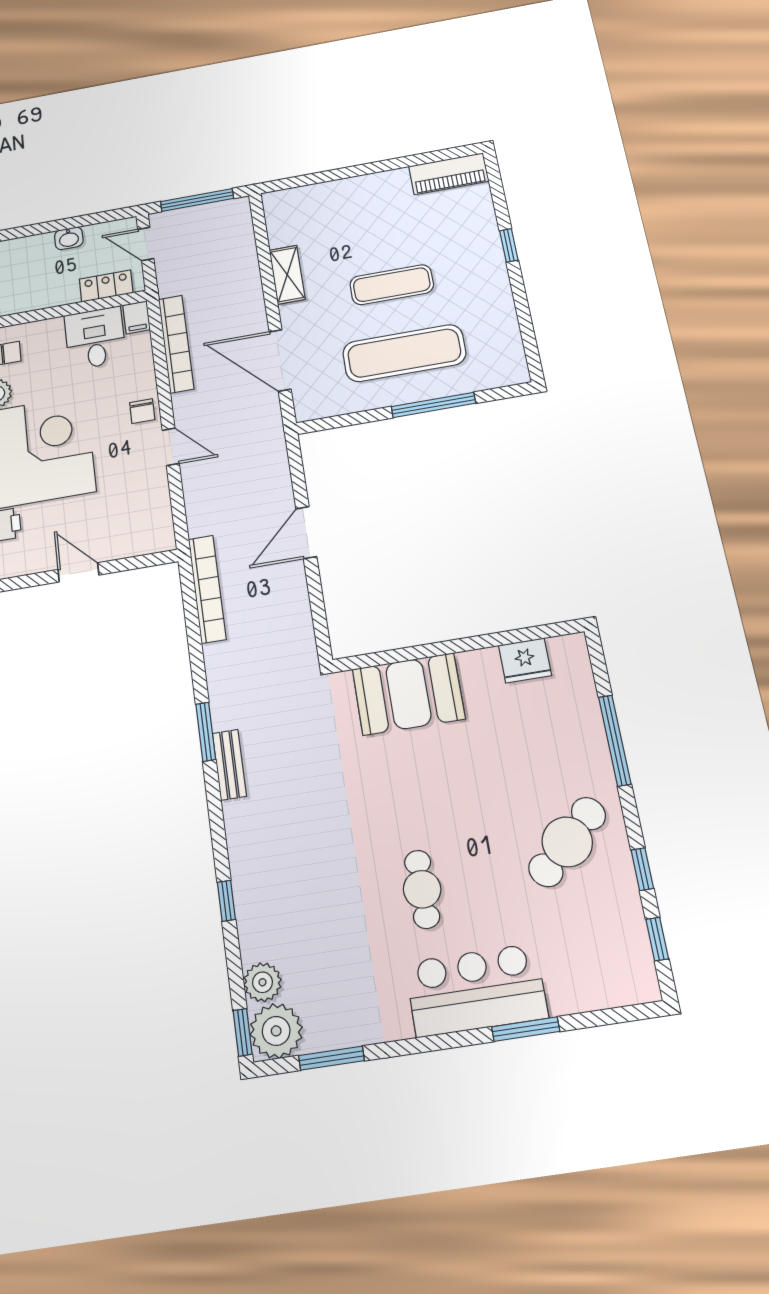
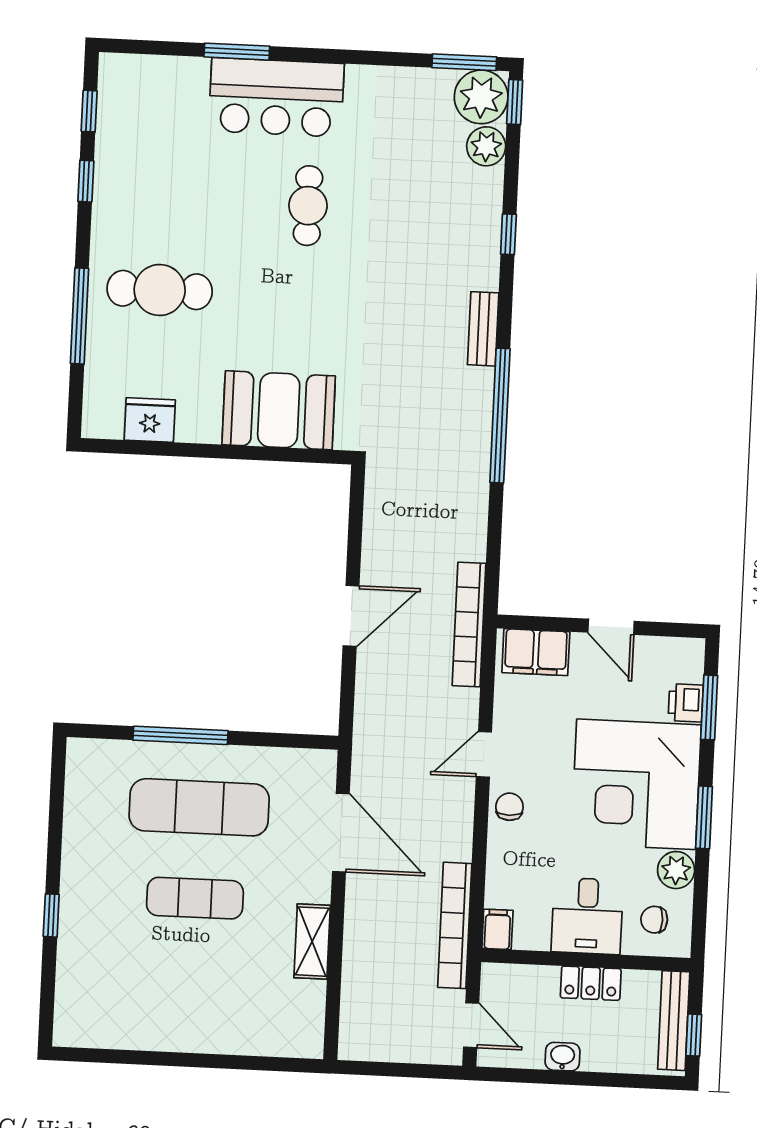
piano: (449, 174) -> (98, 1028), removed
window: (197, 200) -> (400, 1070), removed
locker: (106, 286) -> (591, 983), moved
desk: (95, 338) -> (587, 916), moved
bookcase: (176, 344) -> (455, 925), moved
door: (171, 447) -> (484, 754), hinge flipped
filing cabinet: (140, 538) -> (536, 652), added
bookcase: (207, 589) -> (469, 624), moved
window: (206, 732) -> (500, 416), width x2.11
bench: (229, 765) -> (483, 329), moved
cafe table: (567, 842) -> (160, 290), moved, turned 43
window: (331, 1058) -> (464, 62), moved

